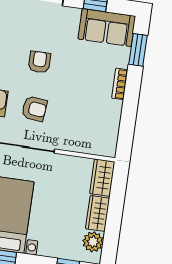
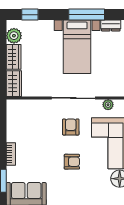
armchair: (39, 62) -> (72, 162), turned -90
armchair: (34, 109) -> (71, 127), turned 84

